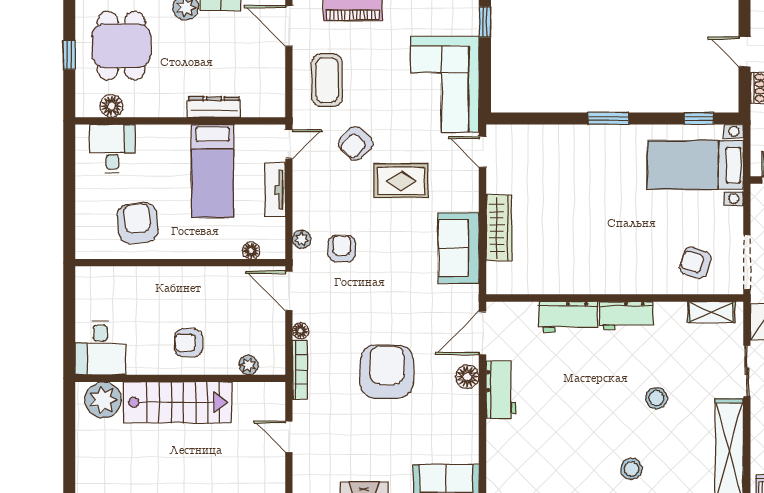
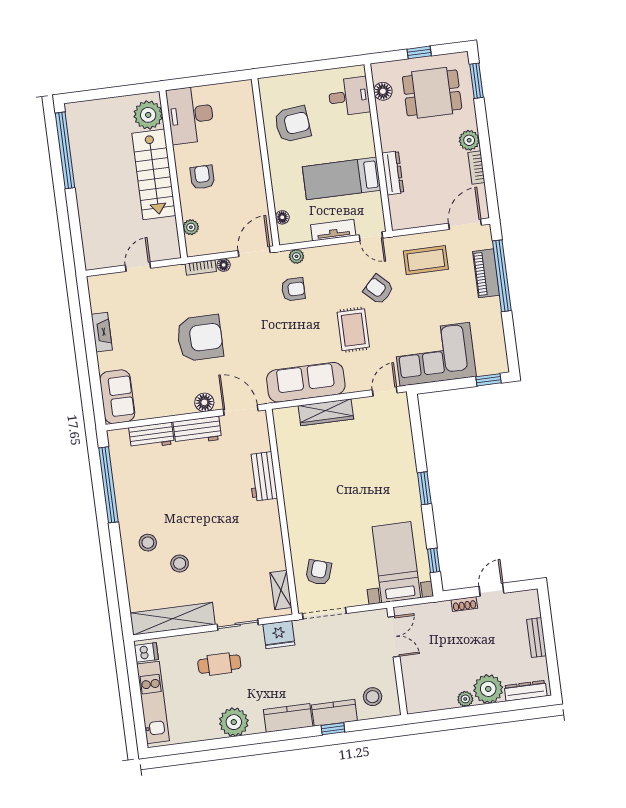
sofa: (459, 248) -> (306, 382), width x1.36
workbench: (626, 315) -> (151, 436), moved, turned -90
desk: (100, 348) -> (190, 115), width x1.37
bookcase: (300, 370) -> (201, 267), width x0.64
stool: (657, 398) -> (180, 563), moved

